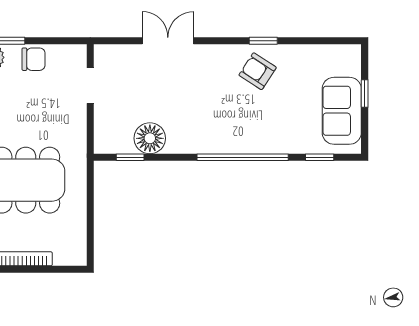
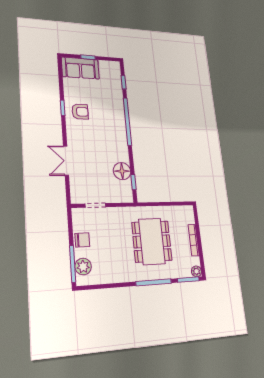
chair: (34, 59) -> (82, 240), turned 90
armchair: (258, 71) -> (80, 112), turned -123
sofa: (342, 111) -> (80, 68), moved

